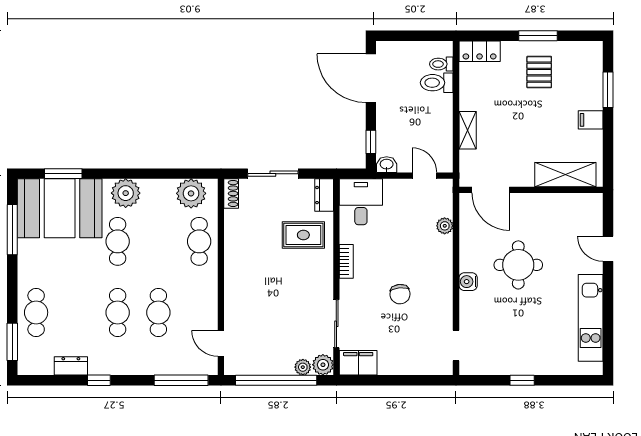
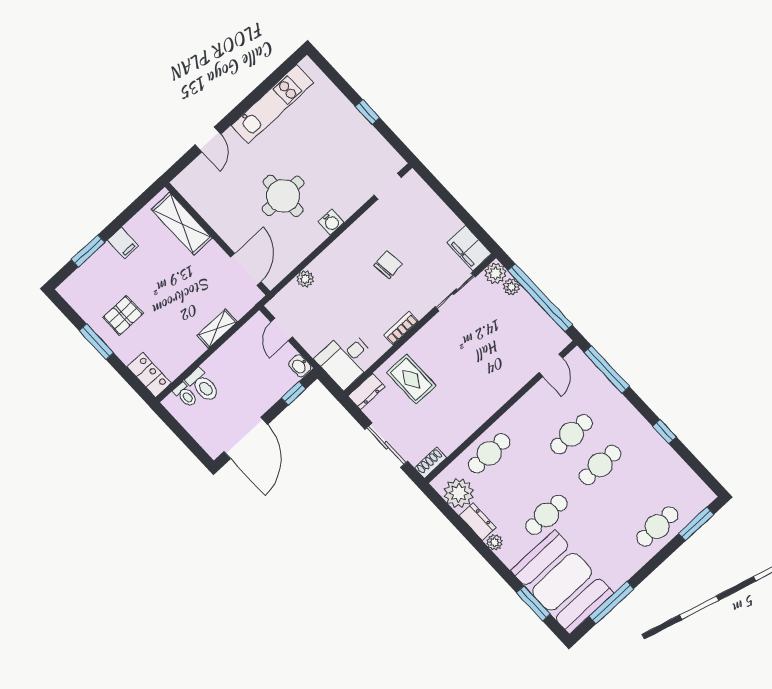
plant: (126, 193) -> (495, 542), width x0.53, depth x0.53
dresser: (71, 366) -> (478, 522), moved, turned 180

